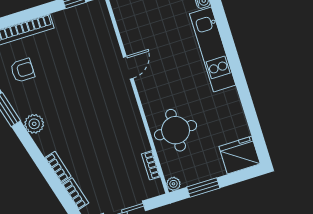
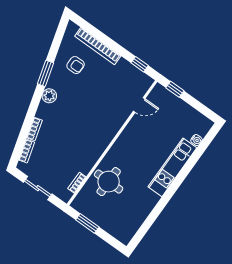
door: (128, 68) -> (139, 105), moved
fridge: (240, 155) -> (122, 230), removed
plant: (173, 184) -> (76, 204), removed

